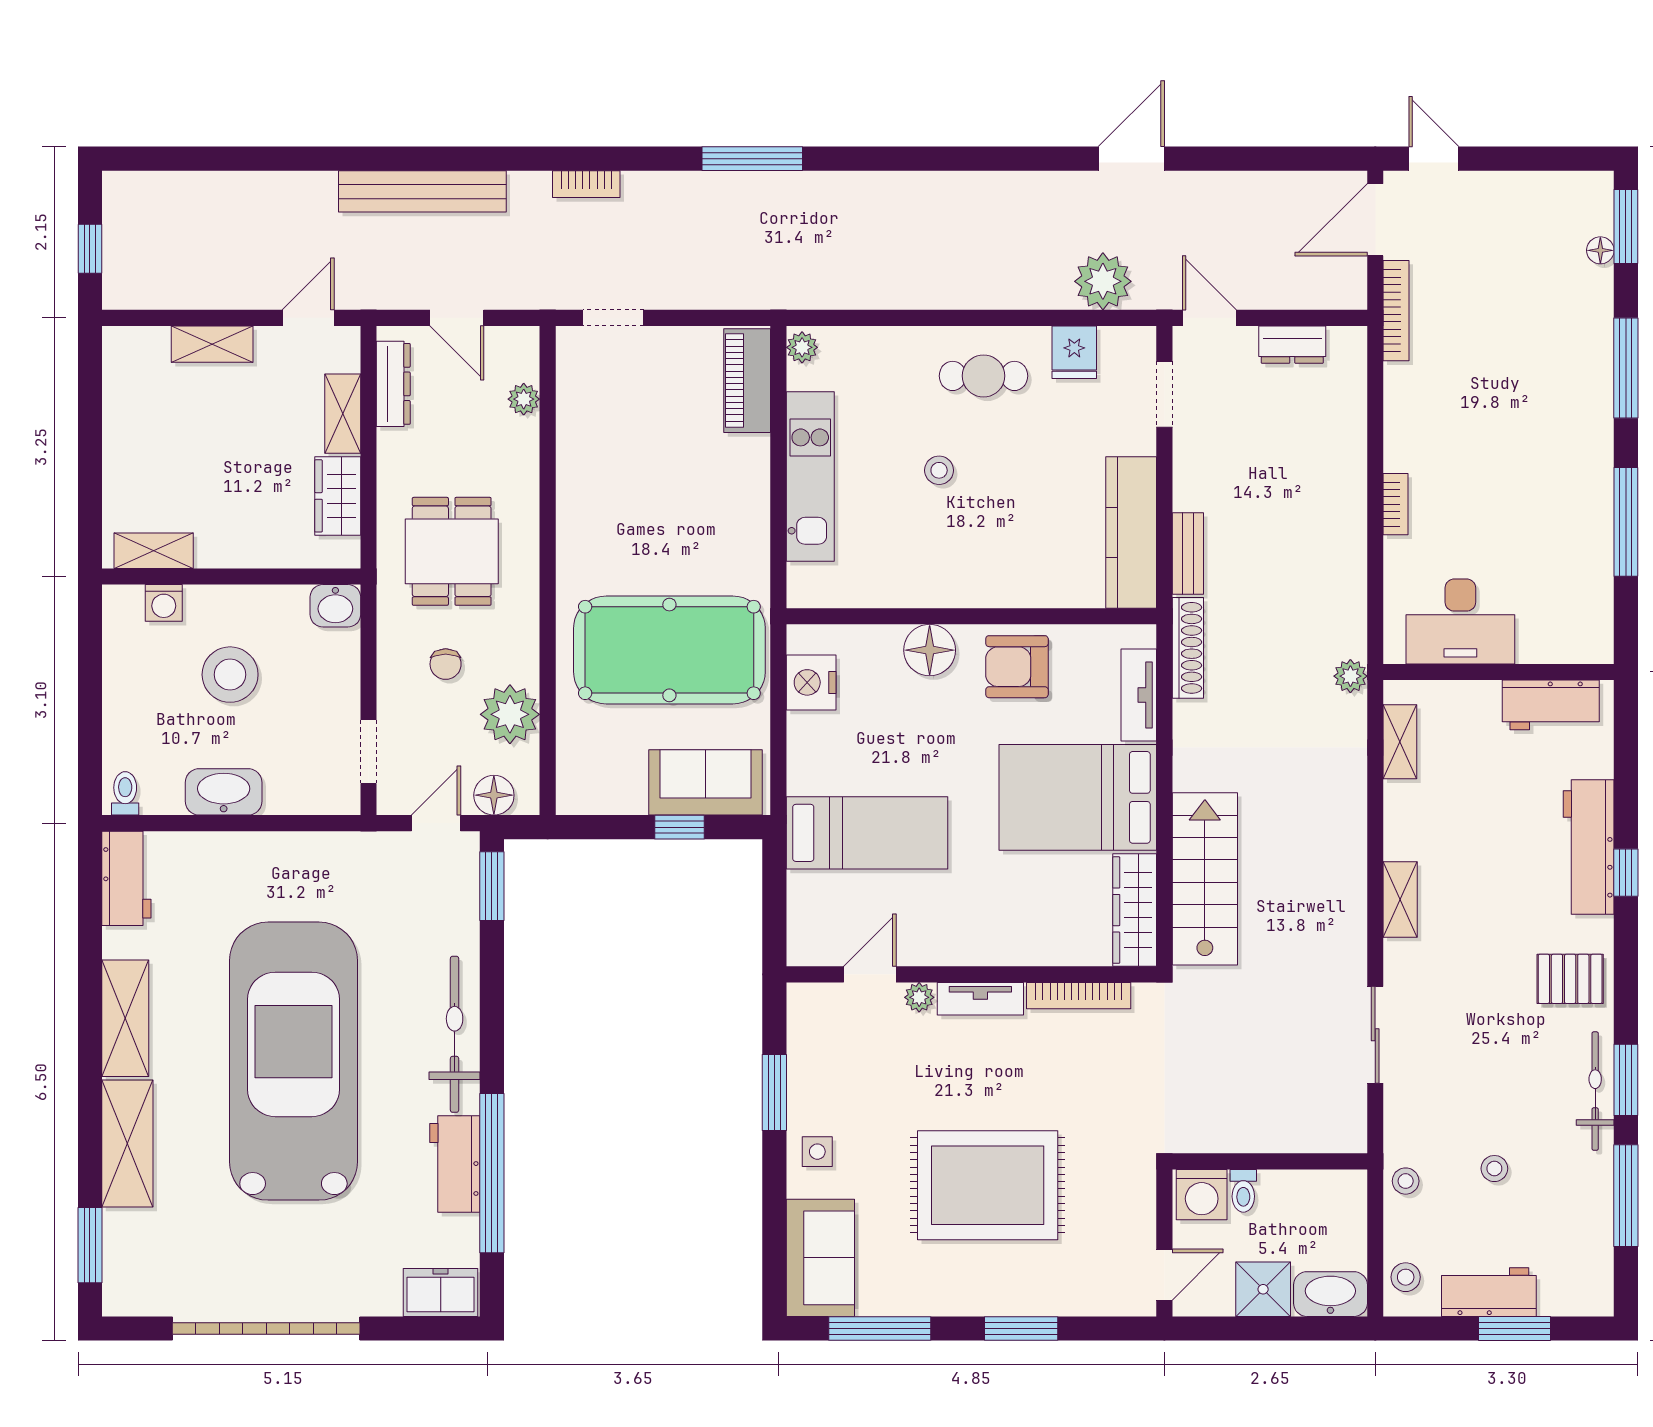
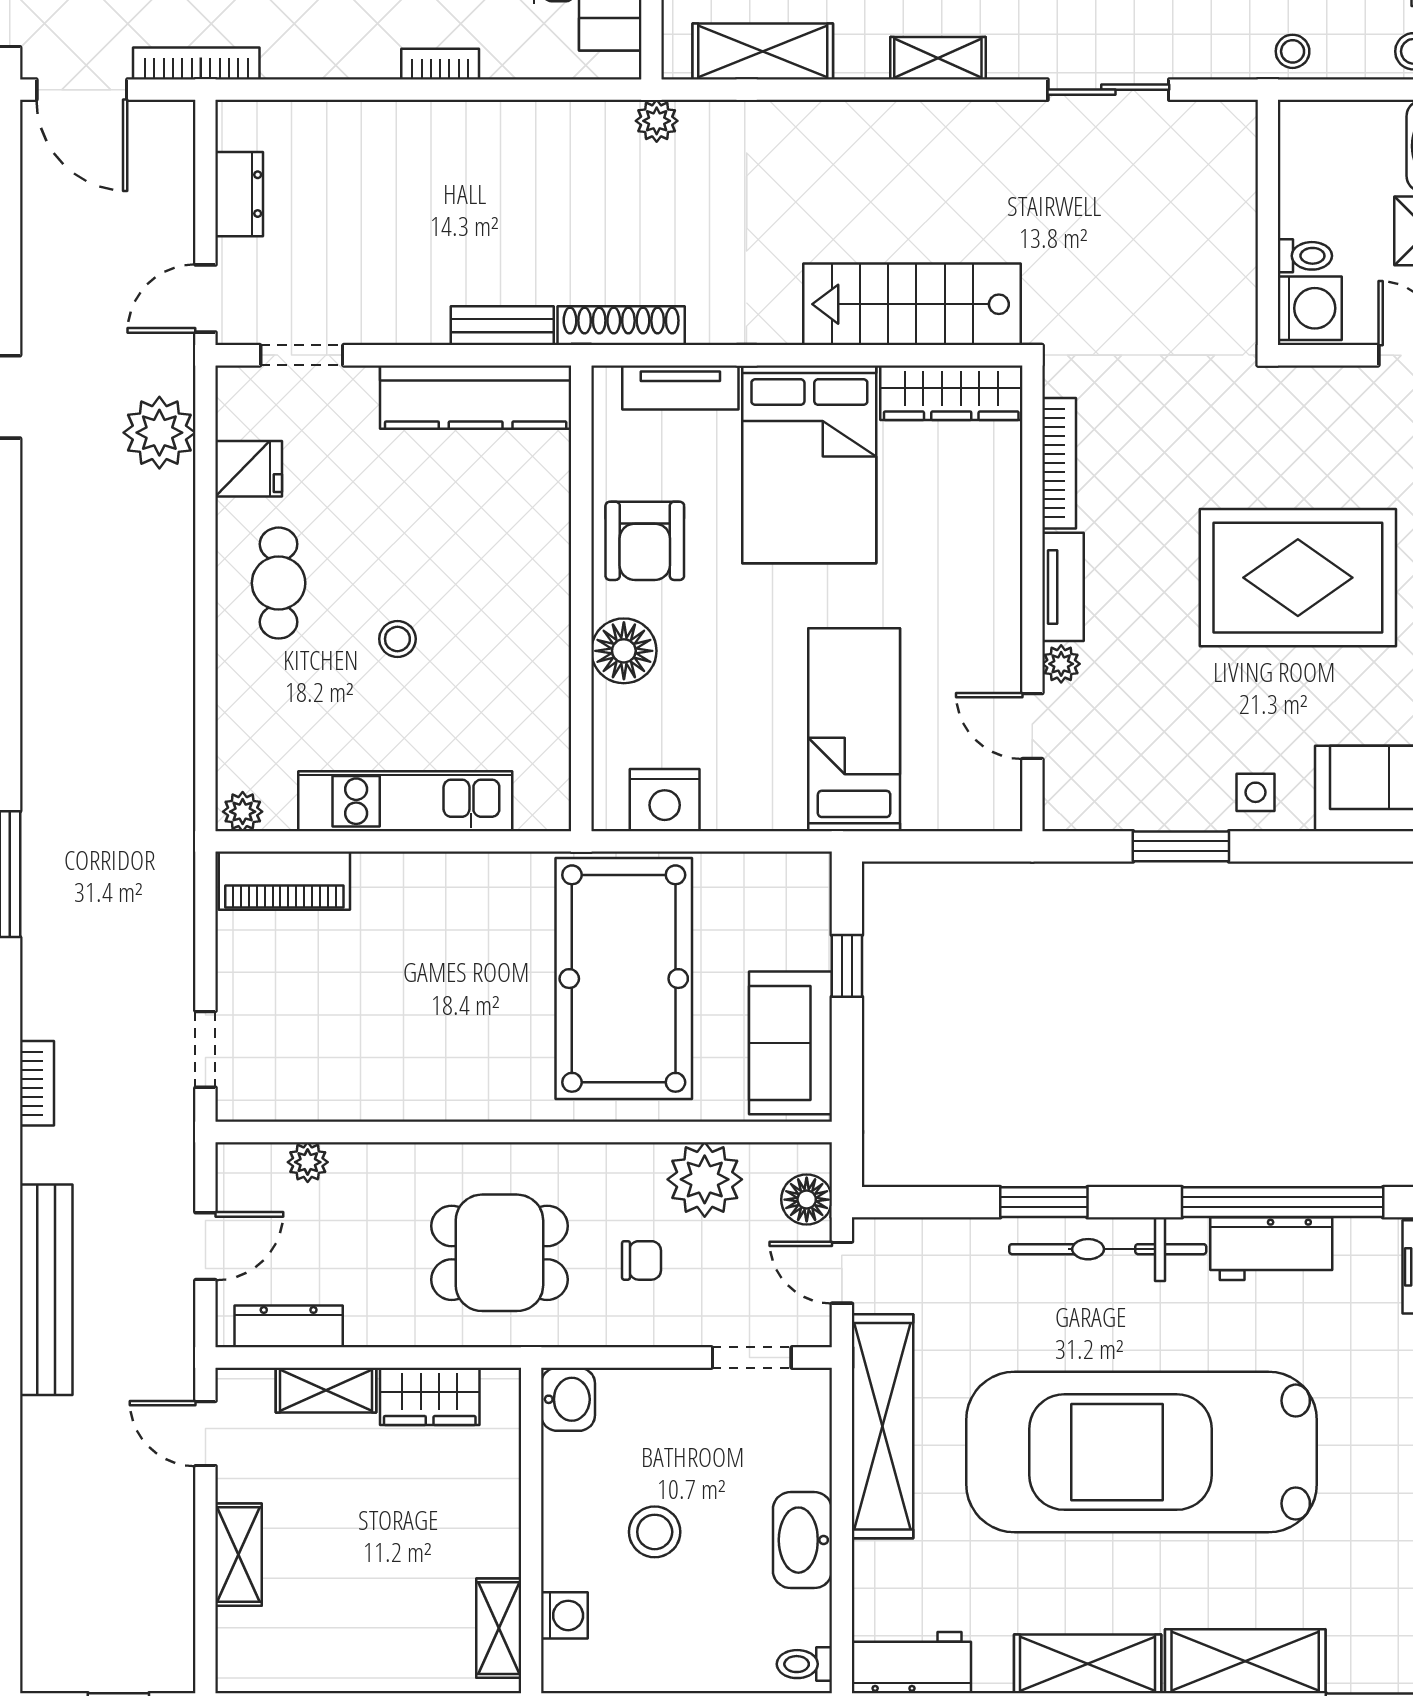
stool: (230, 675) -> (655, 1532), width x0.73, depth x0.73
shelving: (1400, 742) -> (763, 52), width x1.50, depth x1.33
sofa: (705, 782) -> (791, 1043), moved
shelving: (314, 855) -> (882, 1426), added
window: (492, 886) -> (1044, 1202), moved
rug: (988, 1185) -> (1298, 578), turned 90

